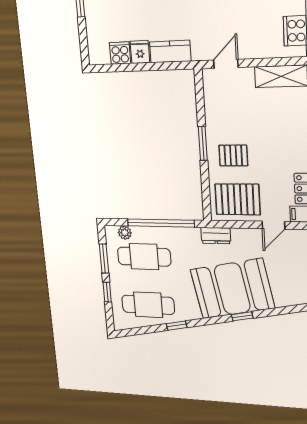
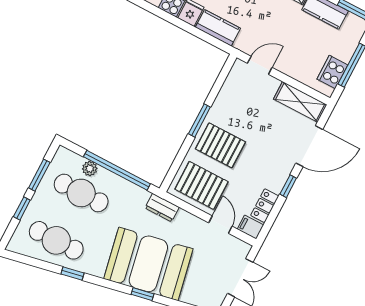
pallet: (233, 156) -> (220, 145), width x1.50, depth x1.42
door: (273, 225) -> (220, 225), swing flipped
plant: (125, 233) -> (90, 169), moved

